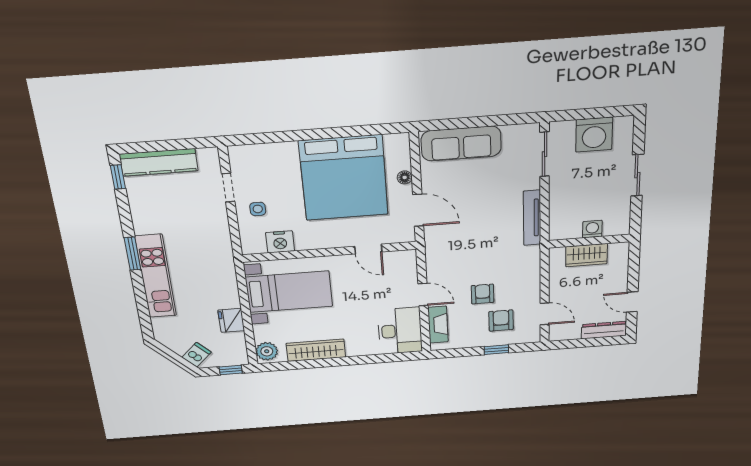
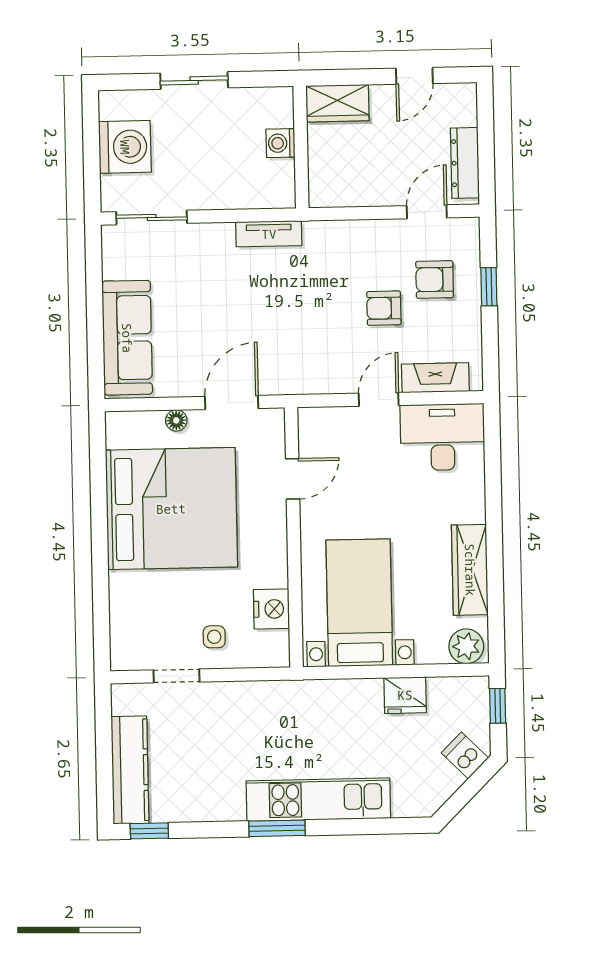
tv unit: (532, 218) -> (269, 234), width x0.71
wardrobe: (586, 255) -> (337, 103), moved, turned 90
dresser: (604, 330) -> (465, 163), moved

